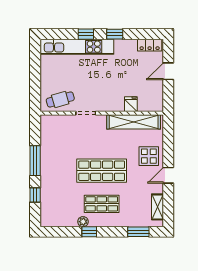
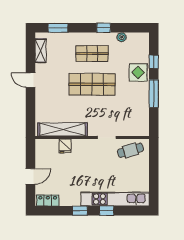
display table: (149, 156) -> (138, 72), moved
door: (168, 175) -> (30, 80), swing flipped
plant: (83, 222) -> (122, 37), moved

